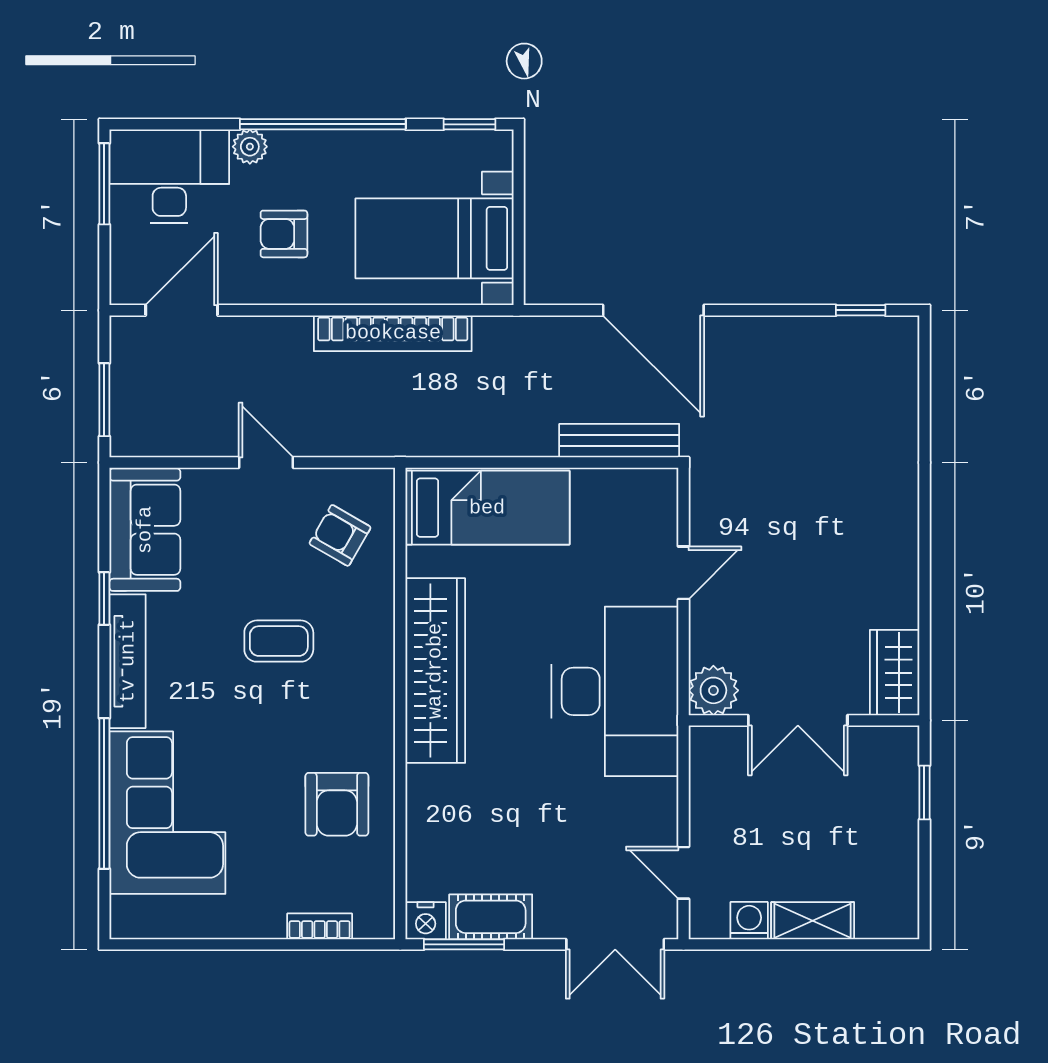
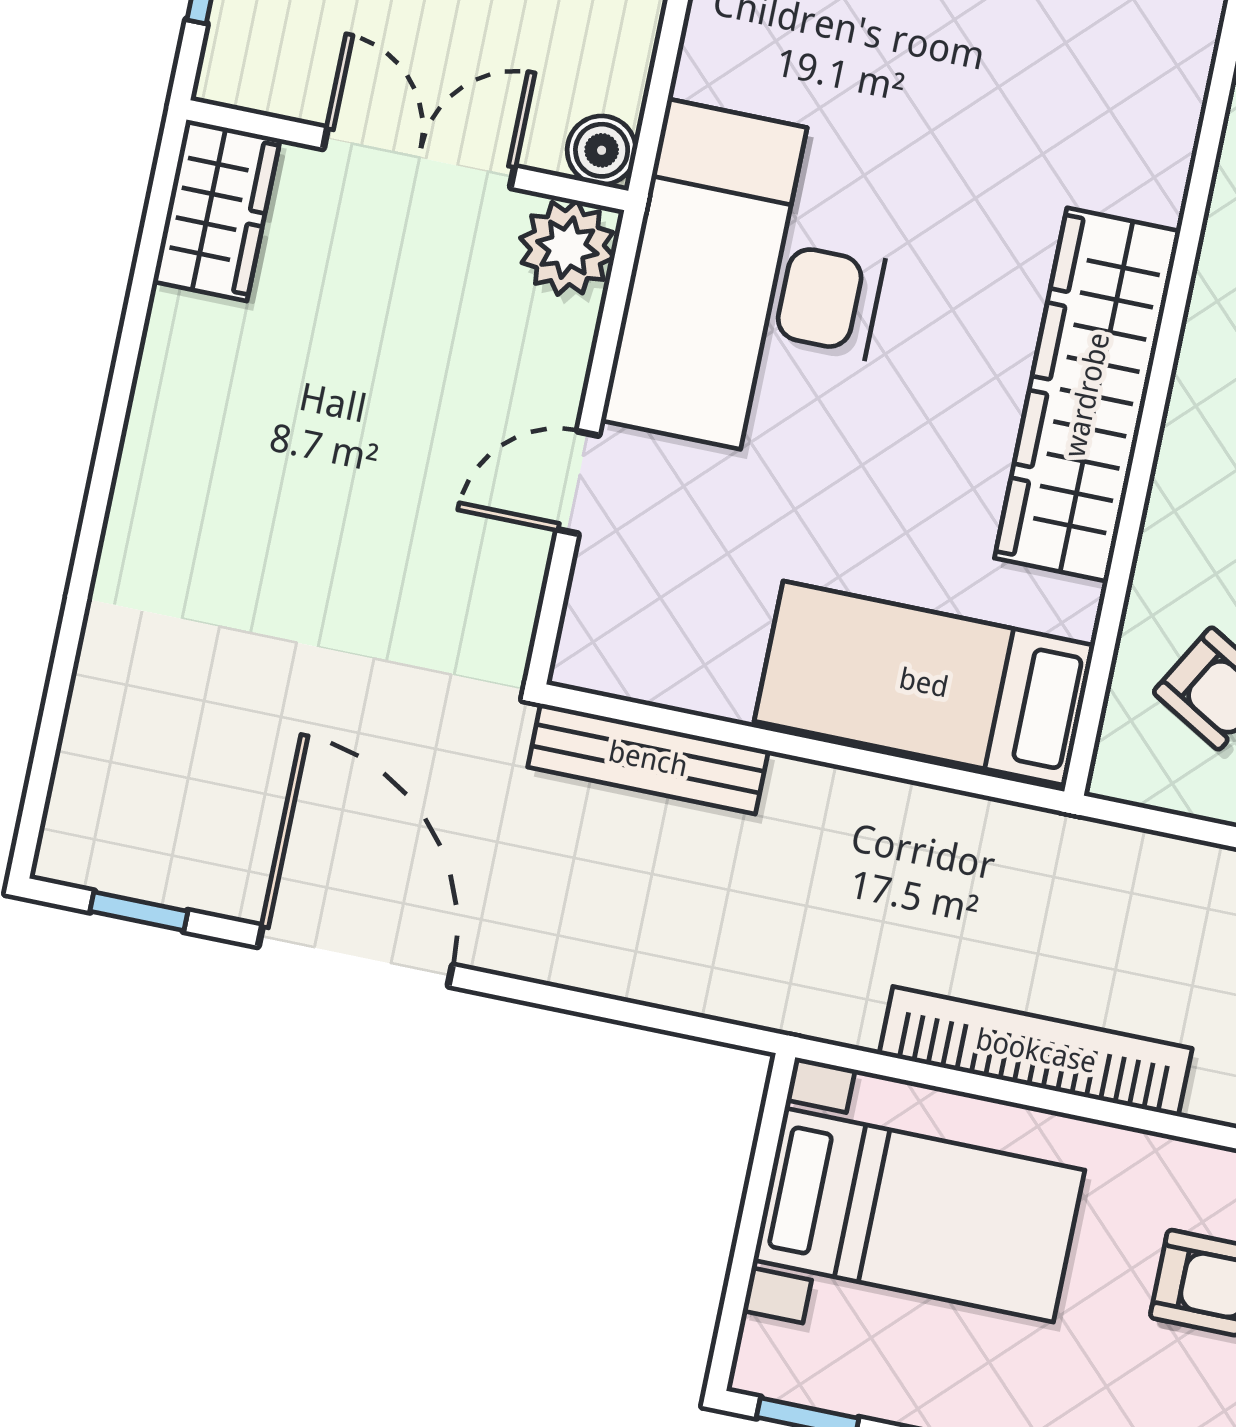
door: (653, 310) -> (355, 956), moved
boiler: (706, 743) -> (602, 150), added

